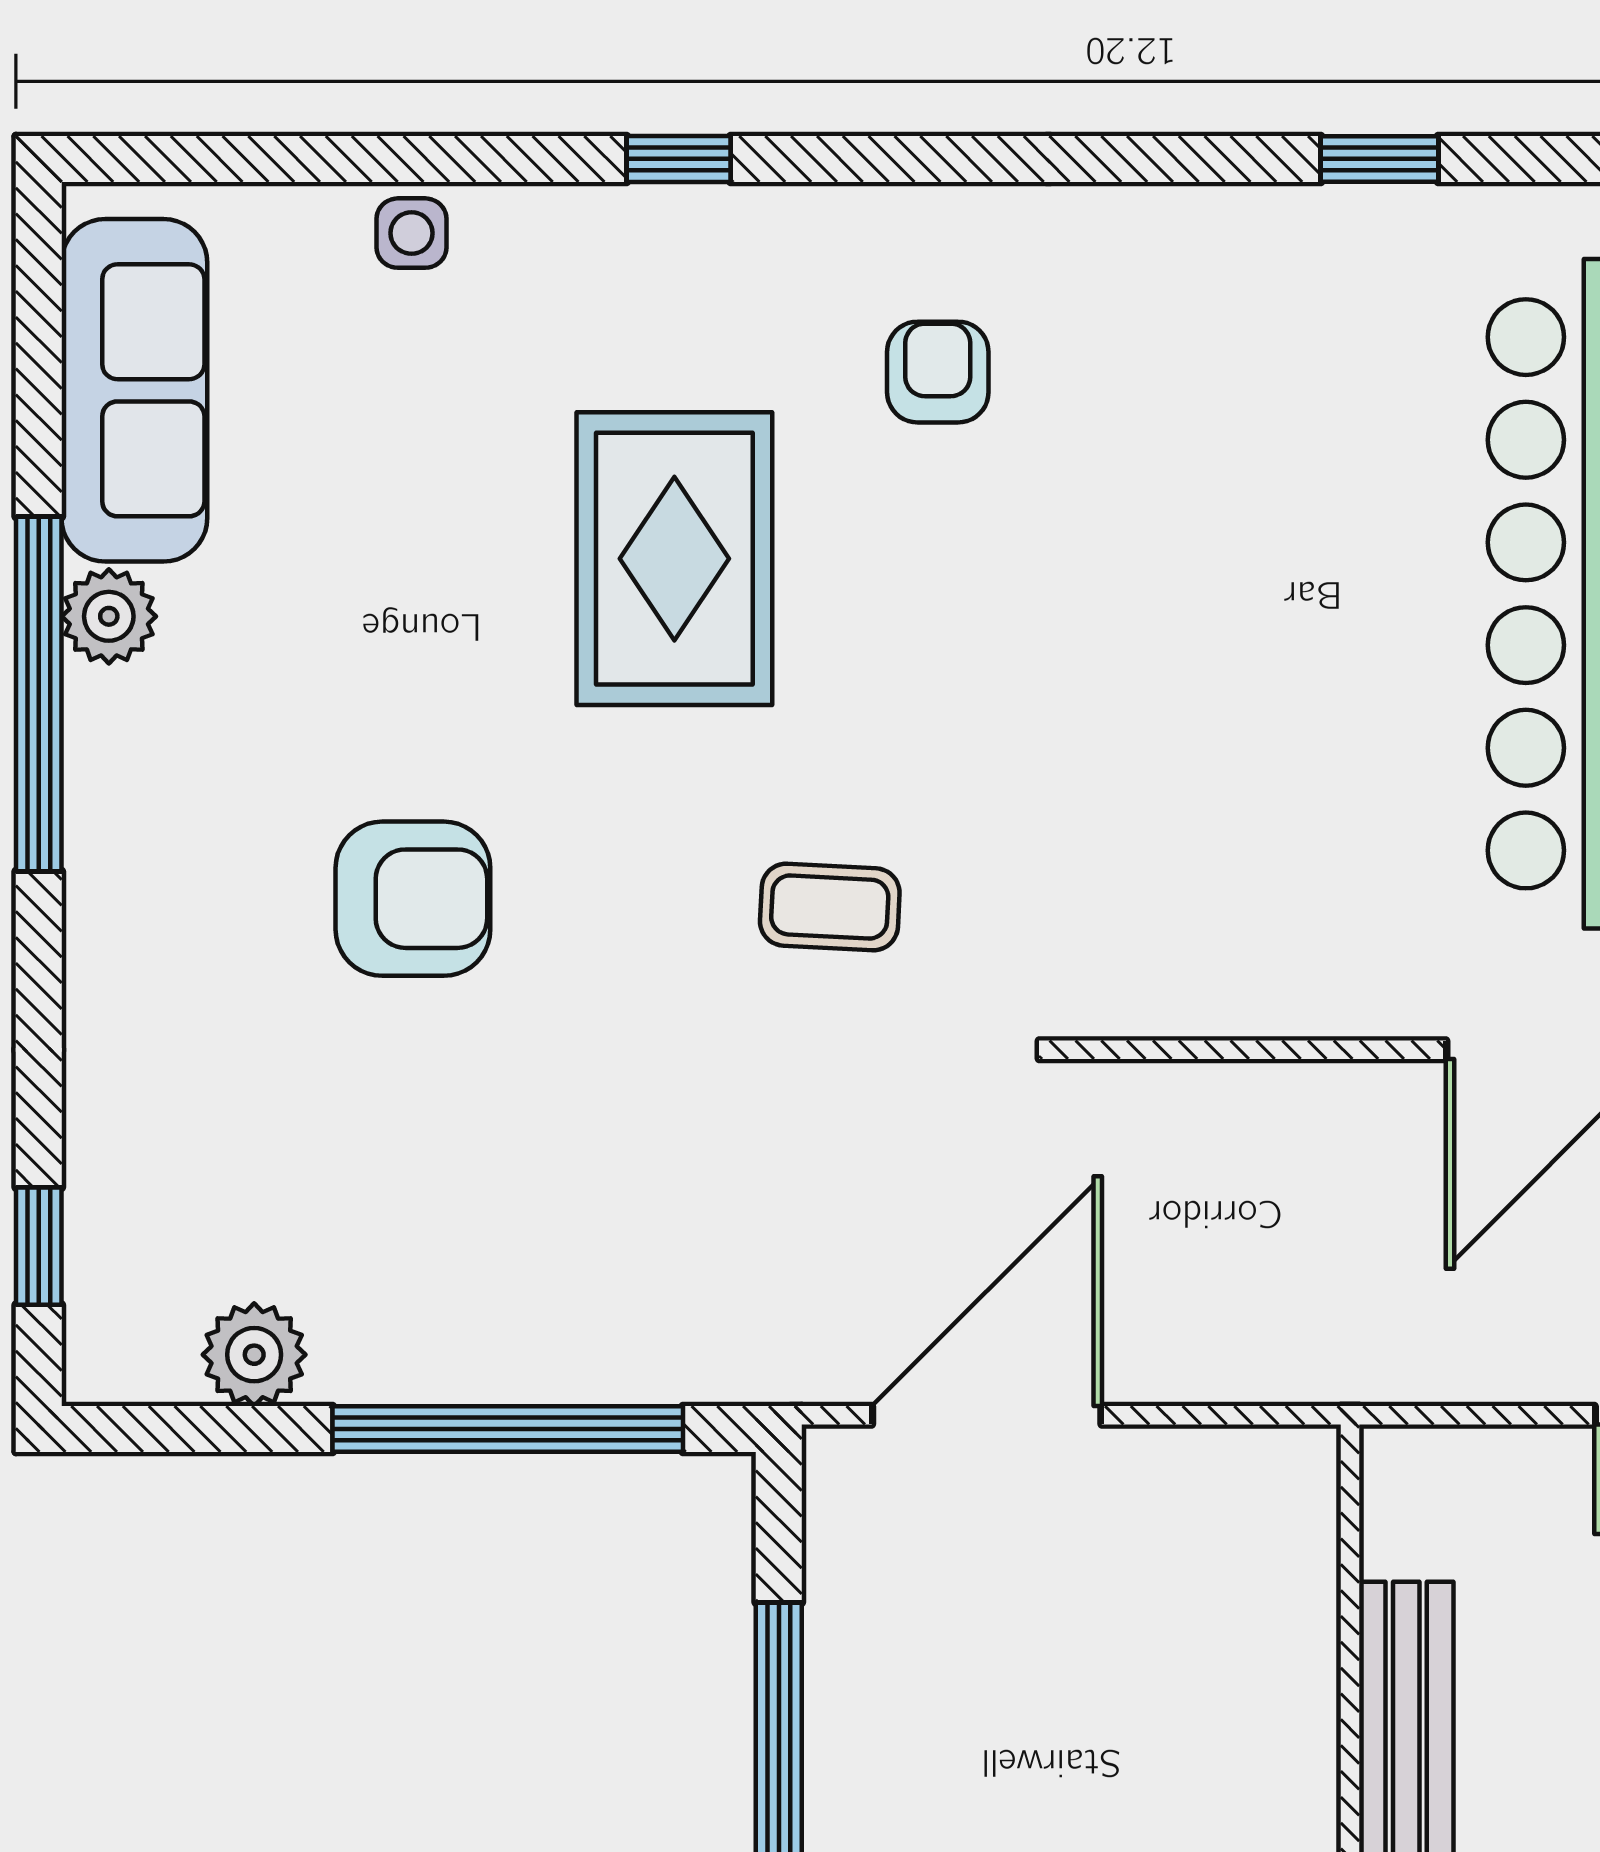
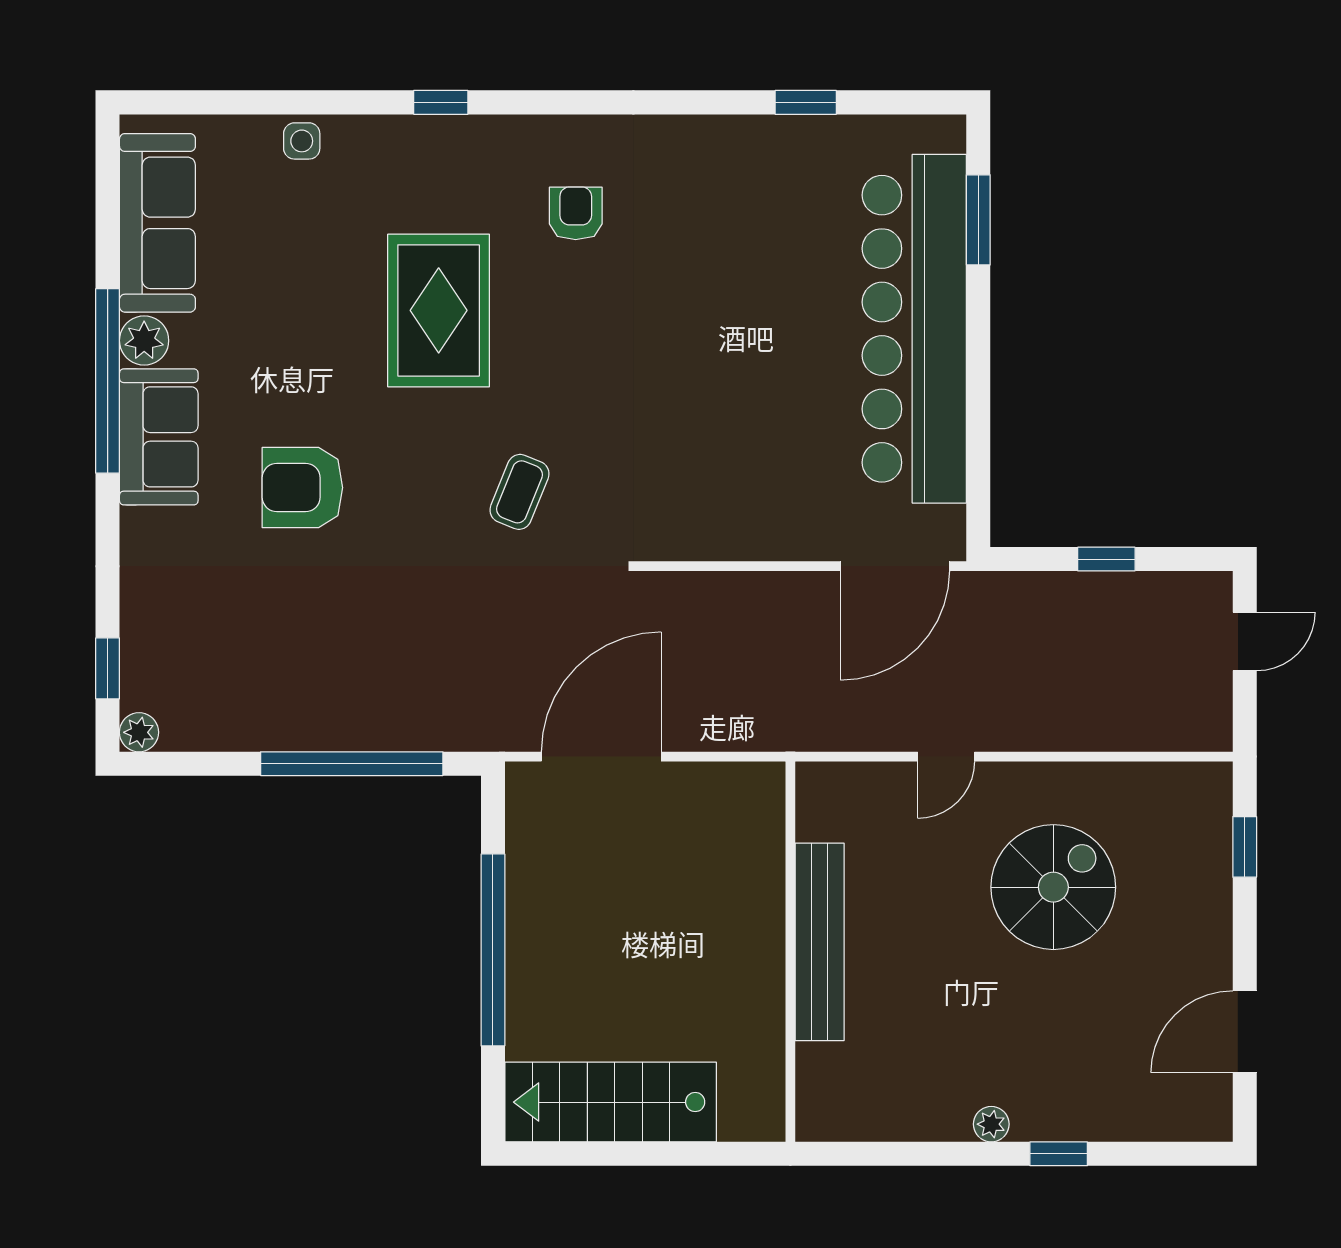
sofa: (137, 801) -> (159, 437), added
armchair: (413, 899) -> (302, 488), turned 180
coffee table: (830, 907) -> (519, 492), turned -71
plant: (254, 1355) -> (139, 732), moved, width x0.73, depth x0.73

